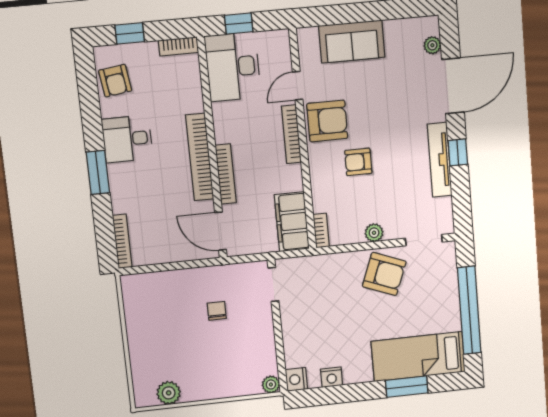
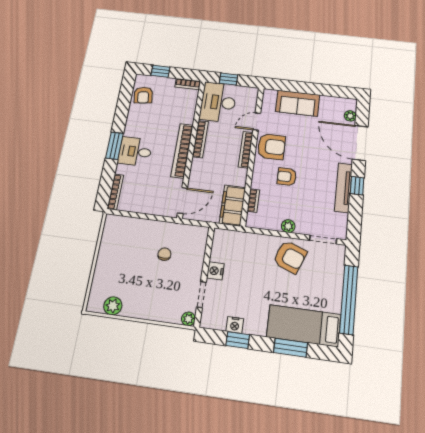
door: (453, 86) -> (360, 143), swing flipped
desk: (127, 139) -> (135, 152), moved
bookcase: (226, 174) -> (200, 139), moved
door: (221, 231) -> (182, 200), swing flipped
bookcase: (321, 231) -> (253, 201), moved
doorway: (273, 284) -> (201, 295), moved
nightstand: (296, 379) -> (215, 271), moved
window: (340, 394) -> (238, 340), added

